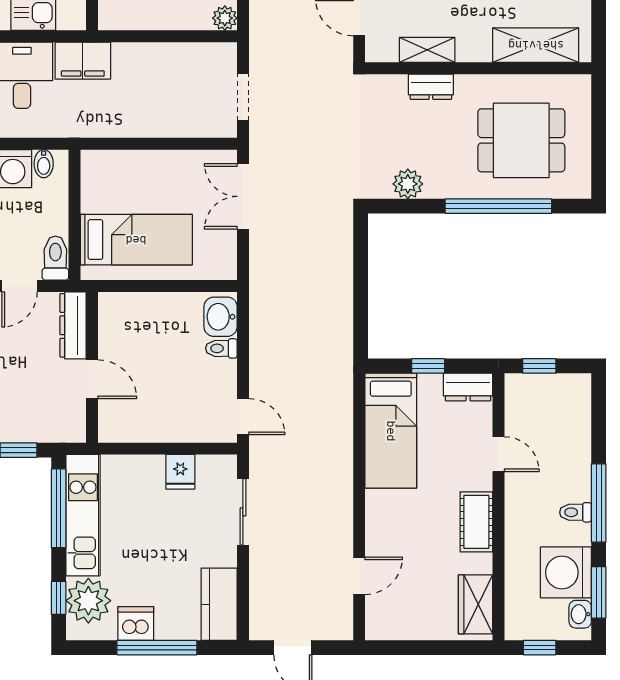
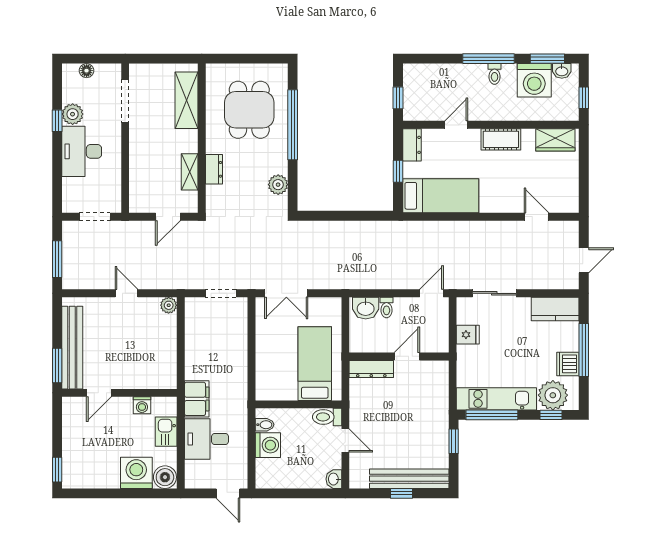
dresser: (73, 325) -> (371, 369), moved
wall: (92, 367) -> (399, 356), moved
door: (92, 379) -> (407, 356), moved

